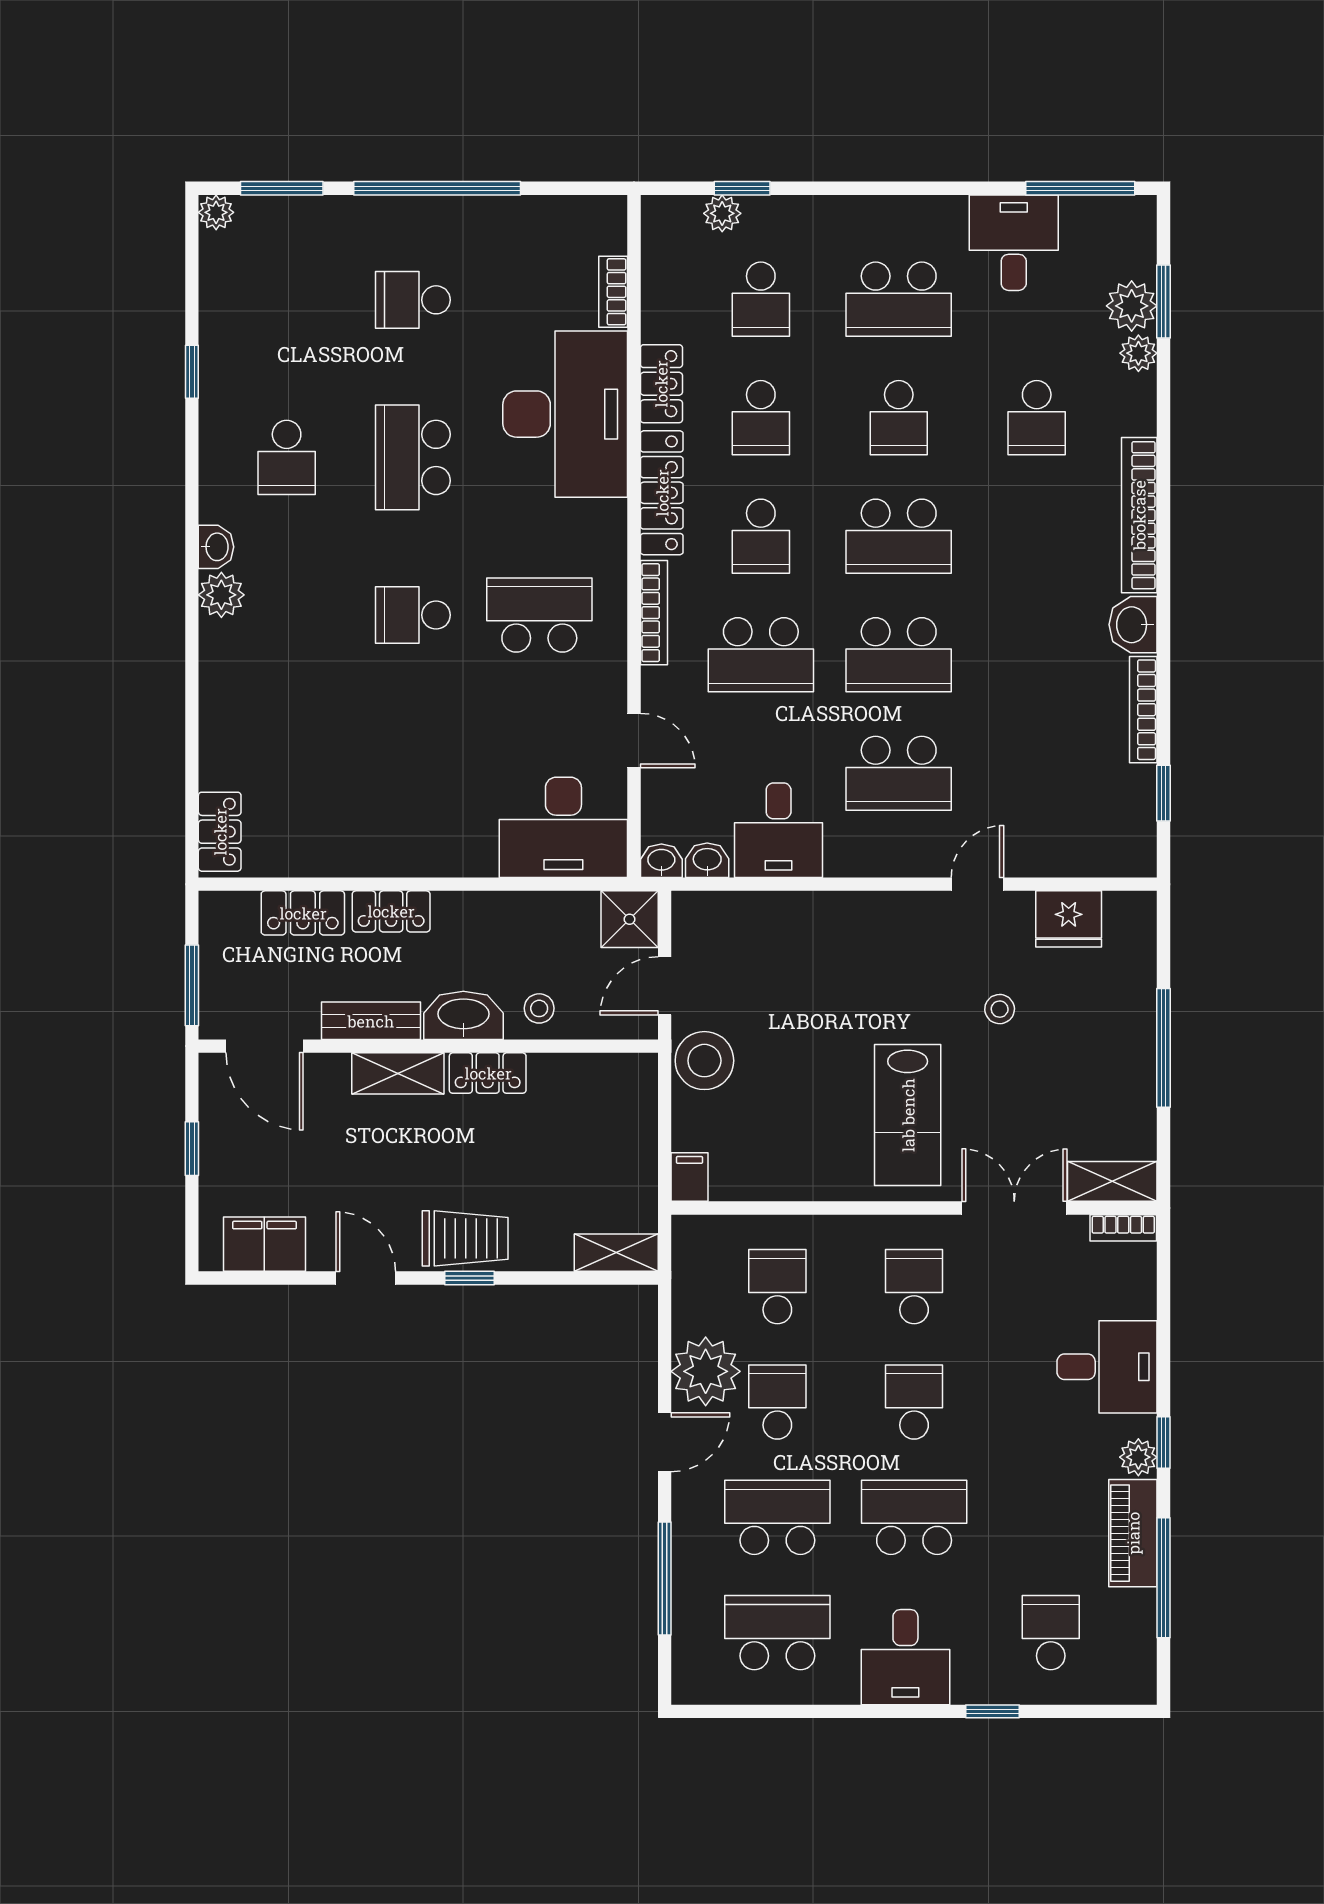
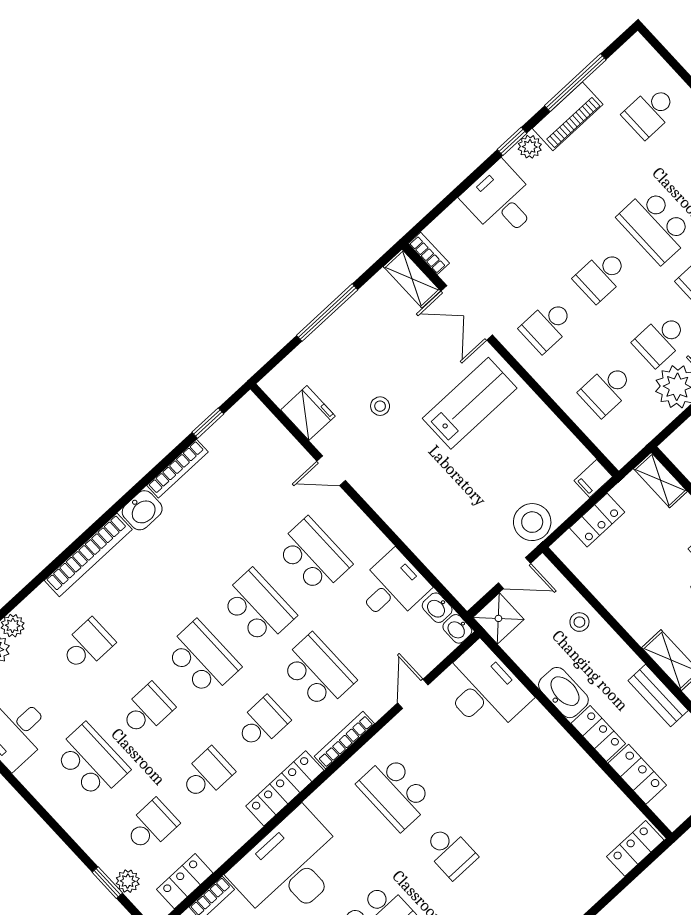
locker: (661, 384) -> (185, 881), moved
washbasin: (463, 1015) -> (563, 693), moved, turned 180
locker: (488, 1073) -> (597, 520), moved, turned 90

